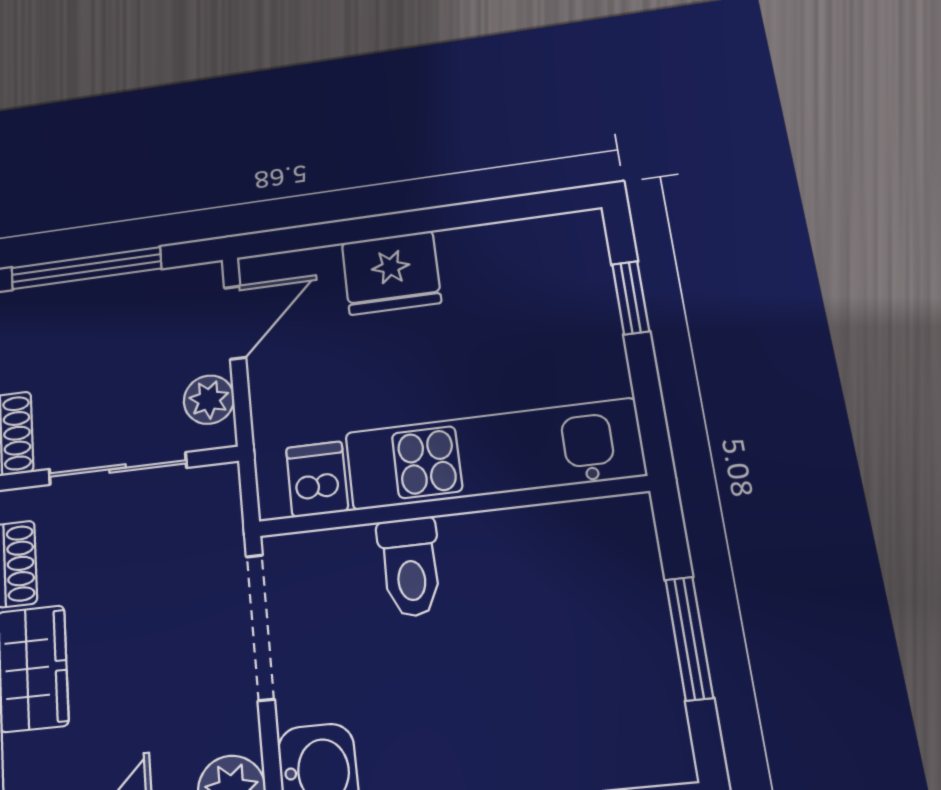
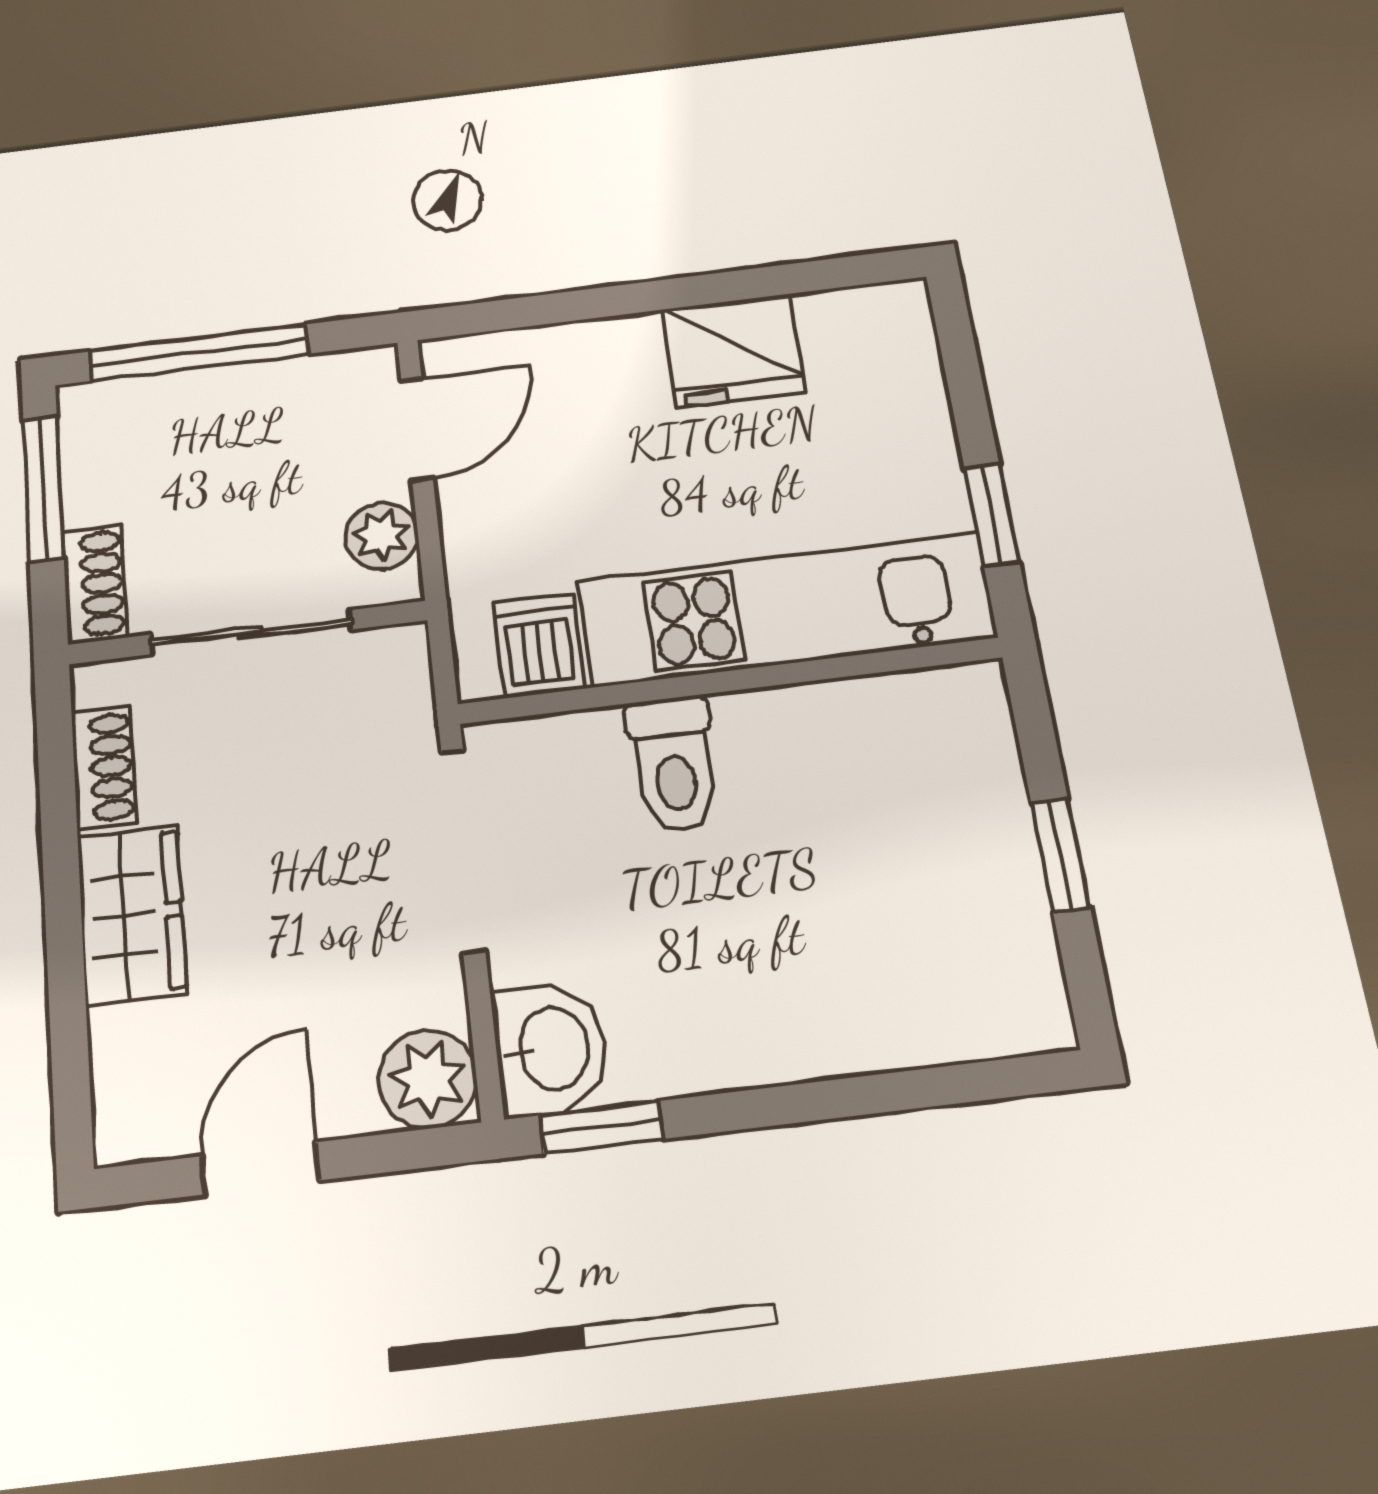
fridge: (391, 273) -> (733, 351), moved
window: (631, 298) -> (992, 515), moved
window: (689, 638) -> (1061, 855), width x0.67

